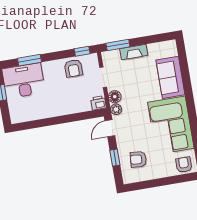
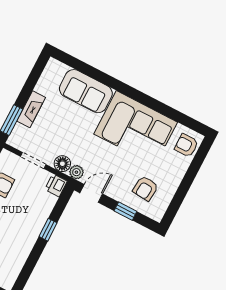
window: (67, 119) -> (48, 230), added
door: (110, 128) -> (91, 193), swing flipped

